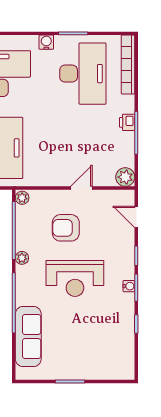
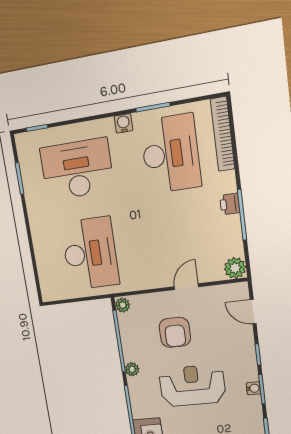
armchair: (66, 228) -> (175, 332), turned -90
reception desk: (75, 278) -> (192, 386), turned 180

